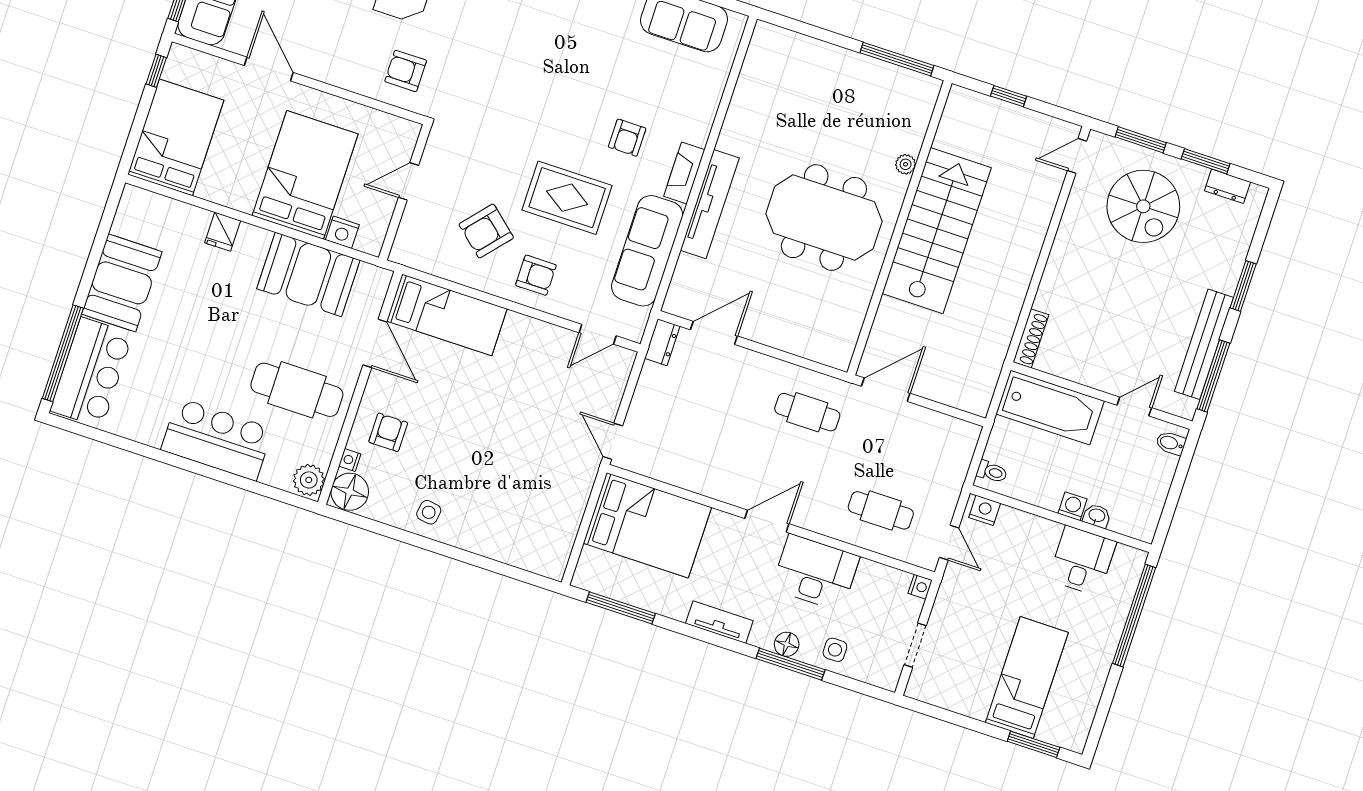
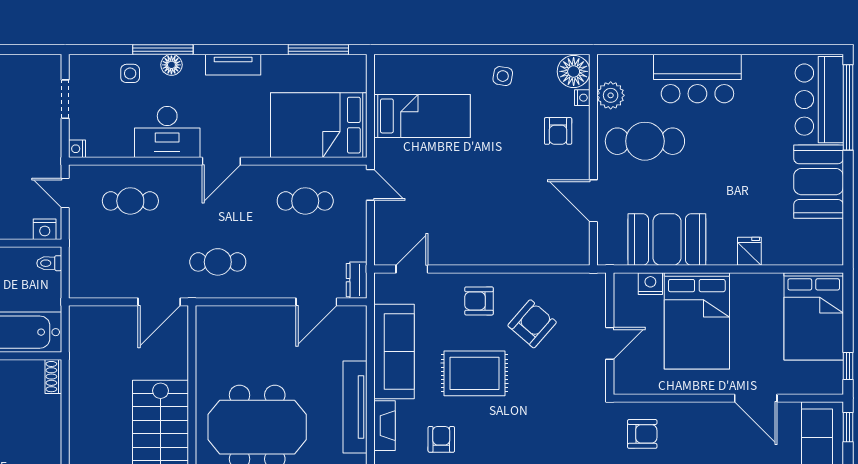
bed: (447, 315) -> (422, 116), moved, turned 180
shoe rack: (1031, 338) -> (53, 377), width x0.70
cafe table: (690, 447) -> (305, 201), added
plant: (309, 480) -> (611, 95), moved

